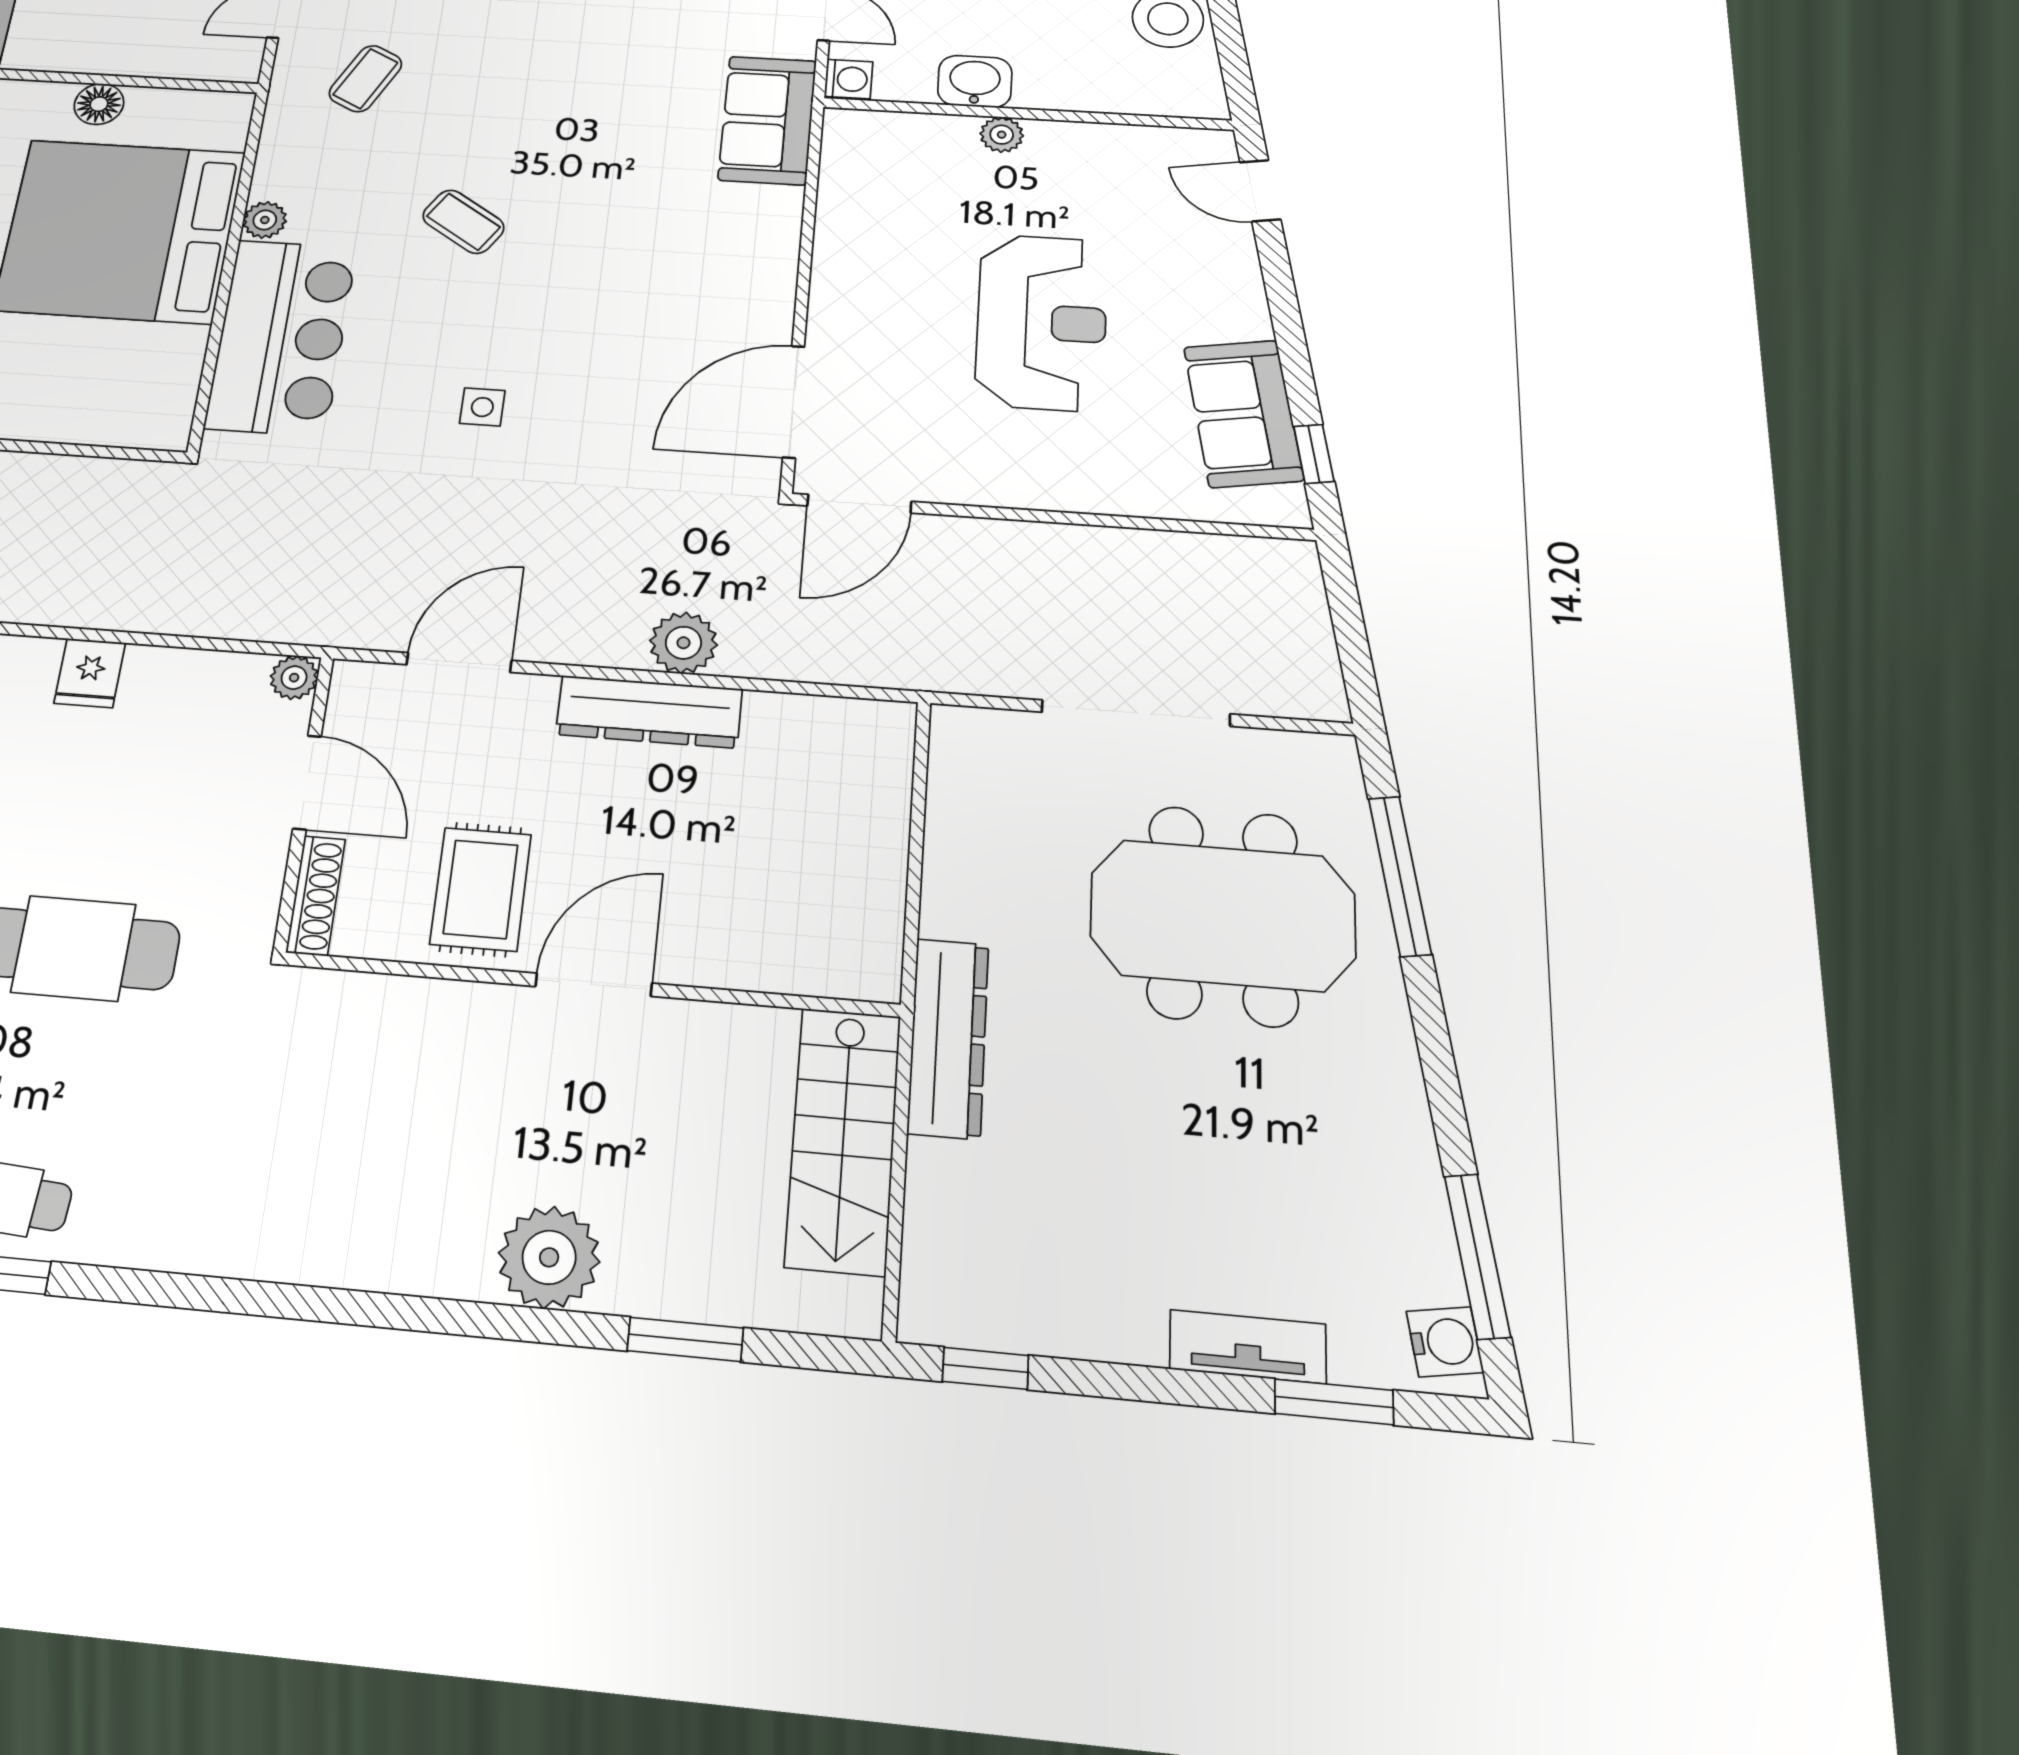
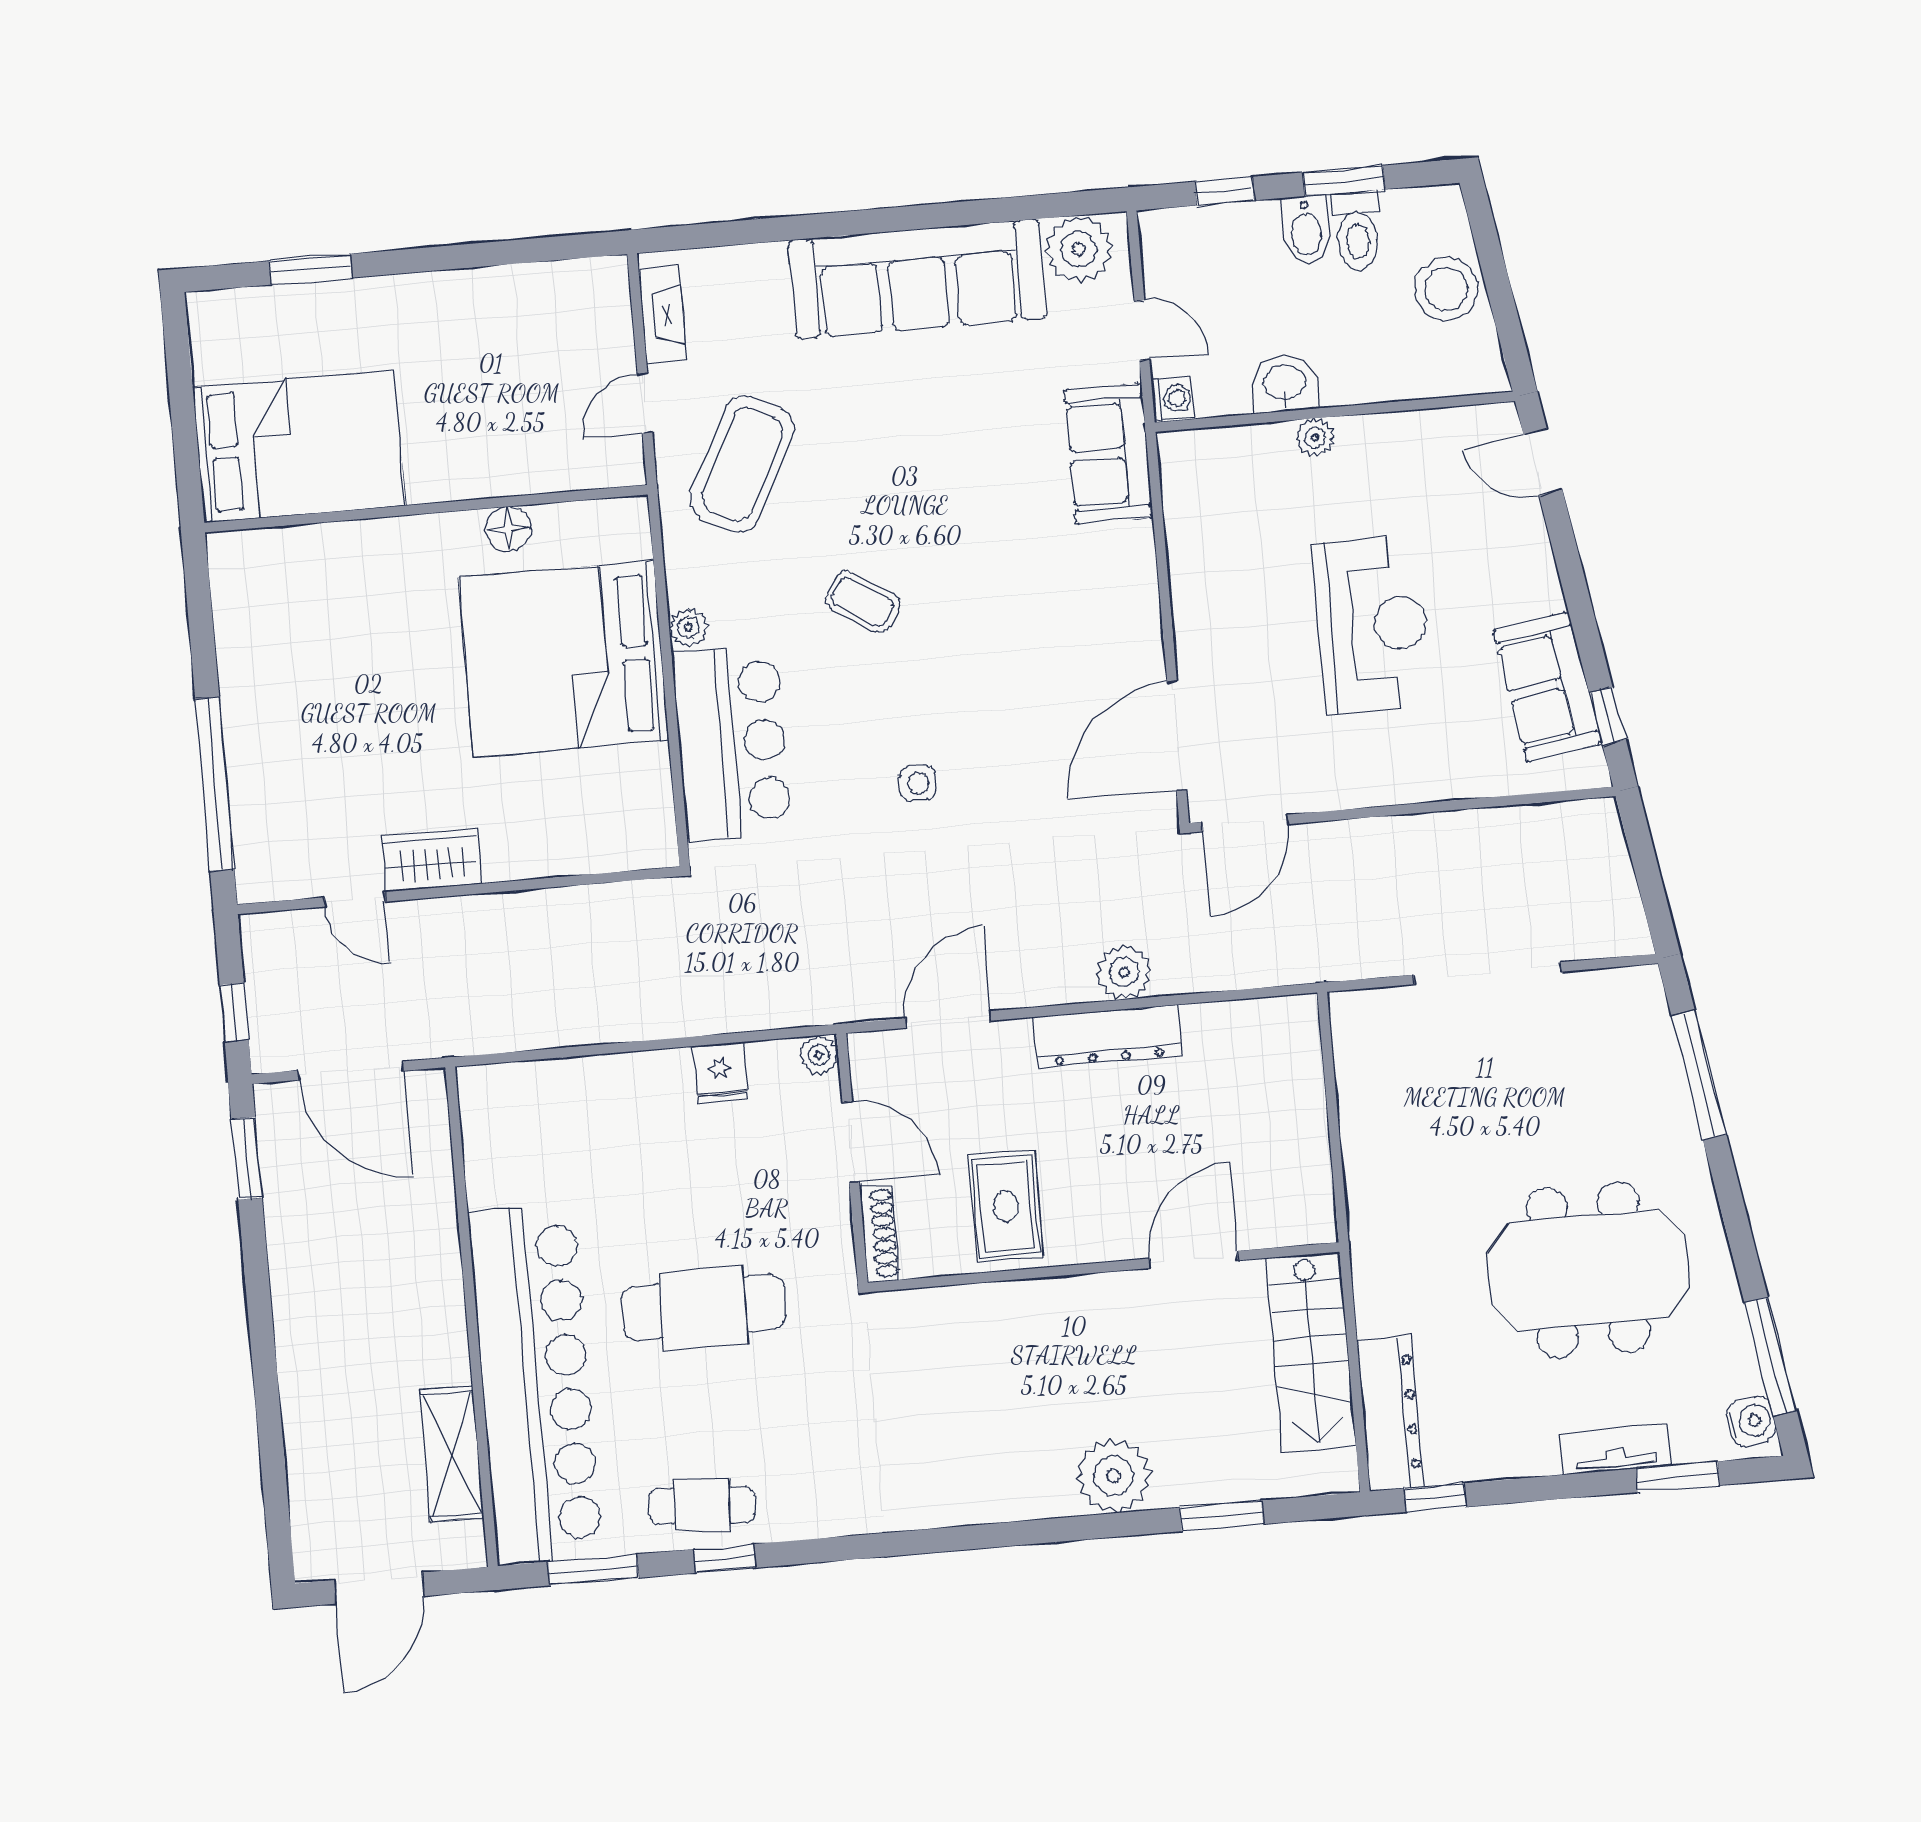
coffee table: (365, 79) -> (742, 464), width x1.86, depth x1.72
fridge: (90, 673) -> (720, 1073), moved
meeting table: (1223, 915) -> (1588, 1270), moved
door: (594, 985) -> (1193, 1260), moved
dresser: (948, 1038) -> (1390, 1413), moved

